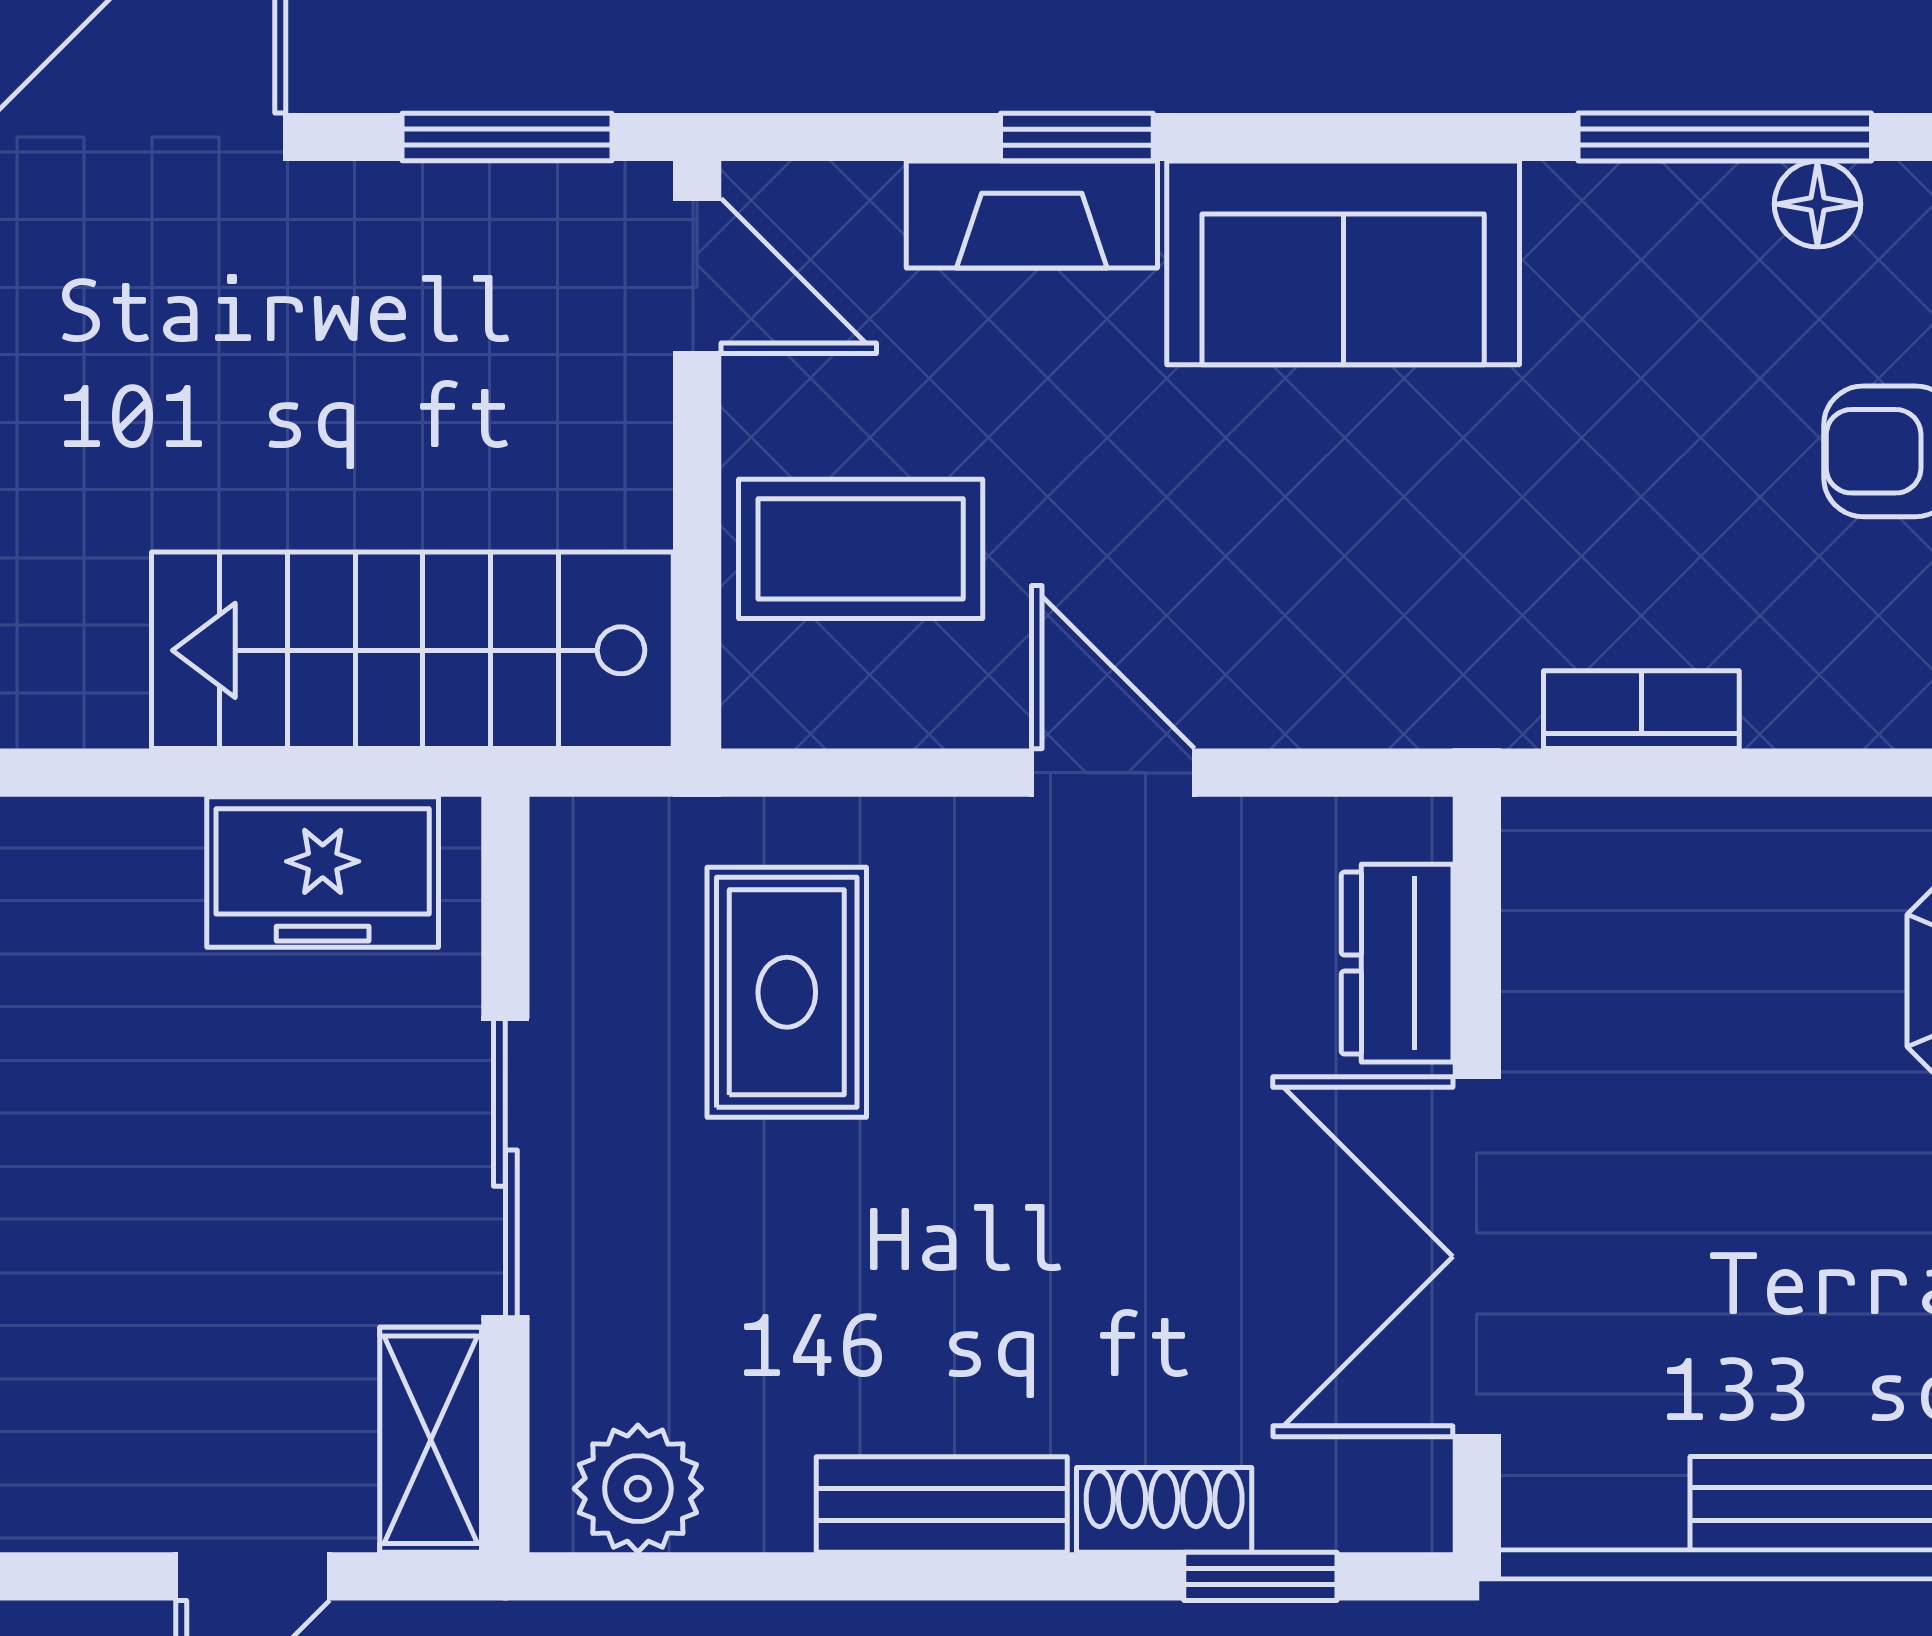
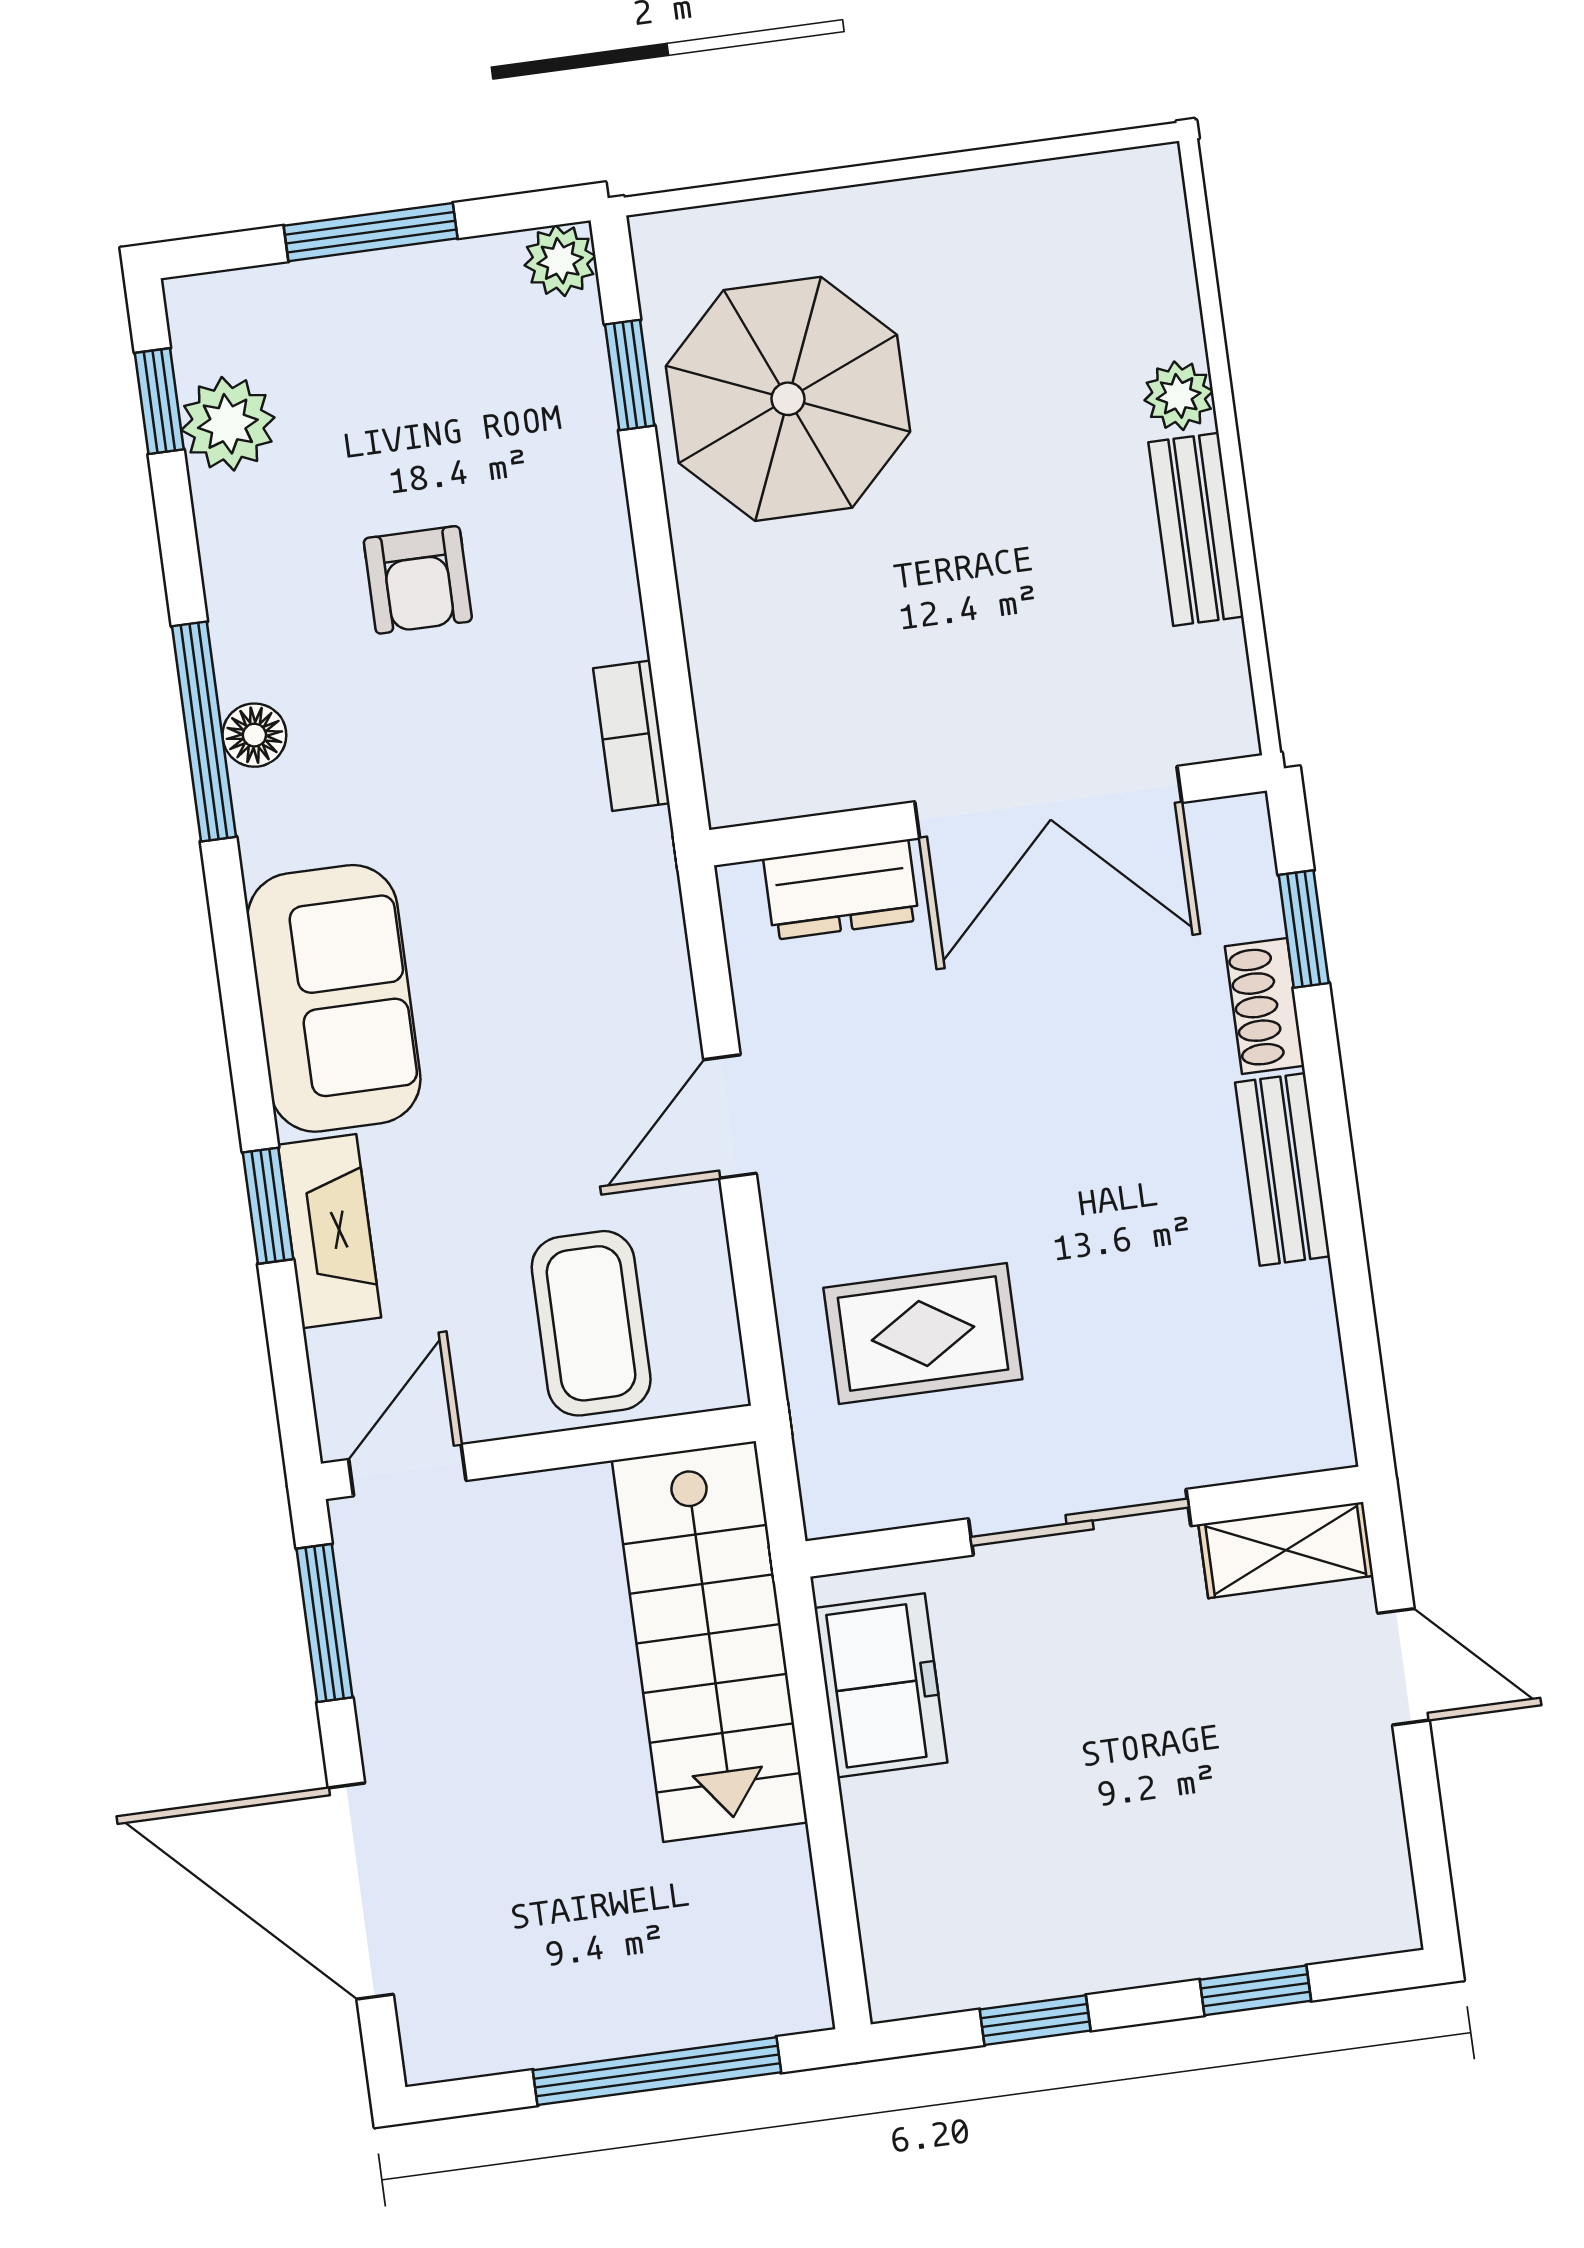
floor lamp: (1817, 204) -> (254, 735), moved
plant: (638, 1489) -> (1301, 1393), removed

